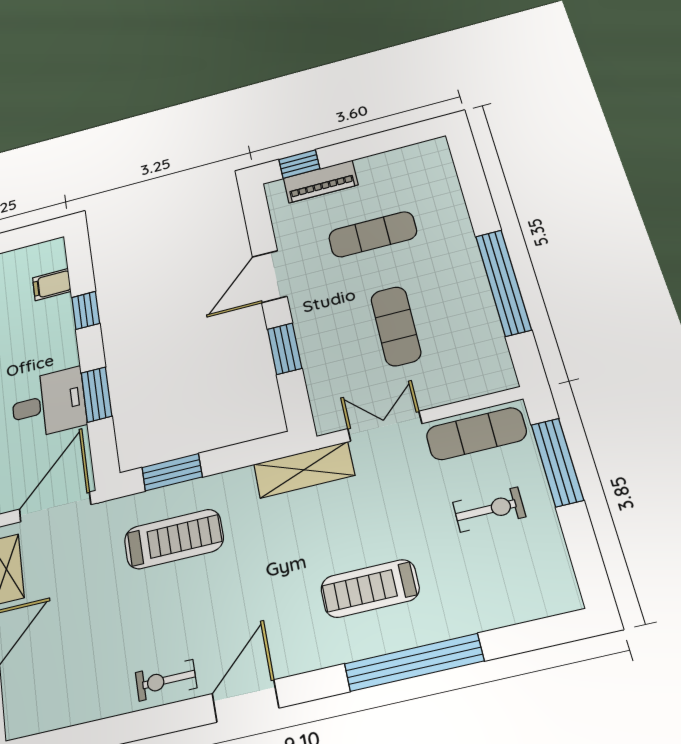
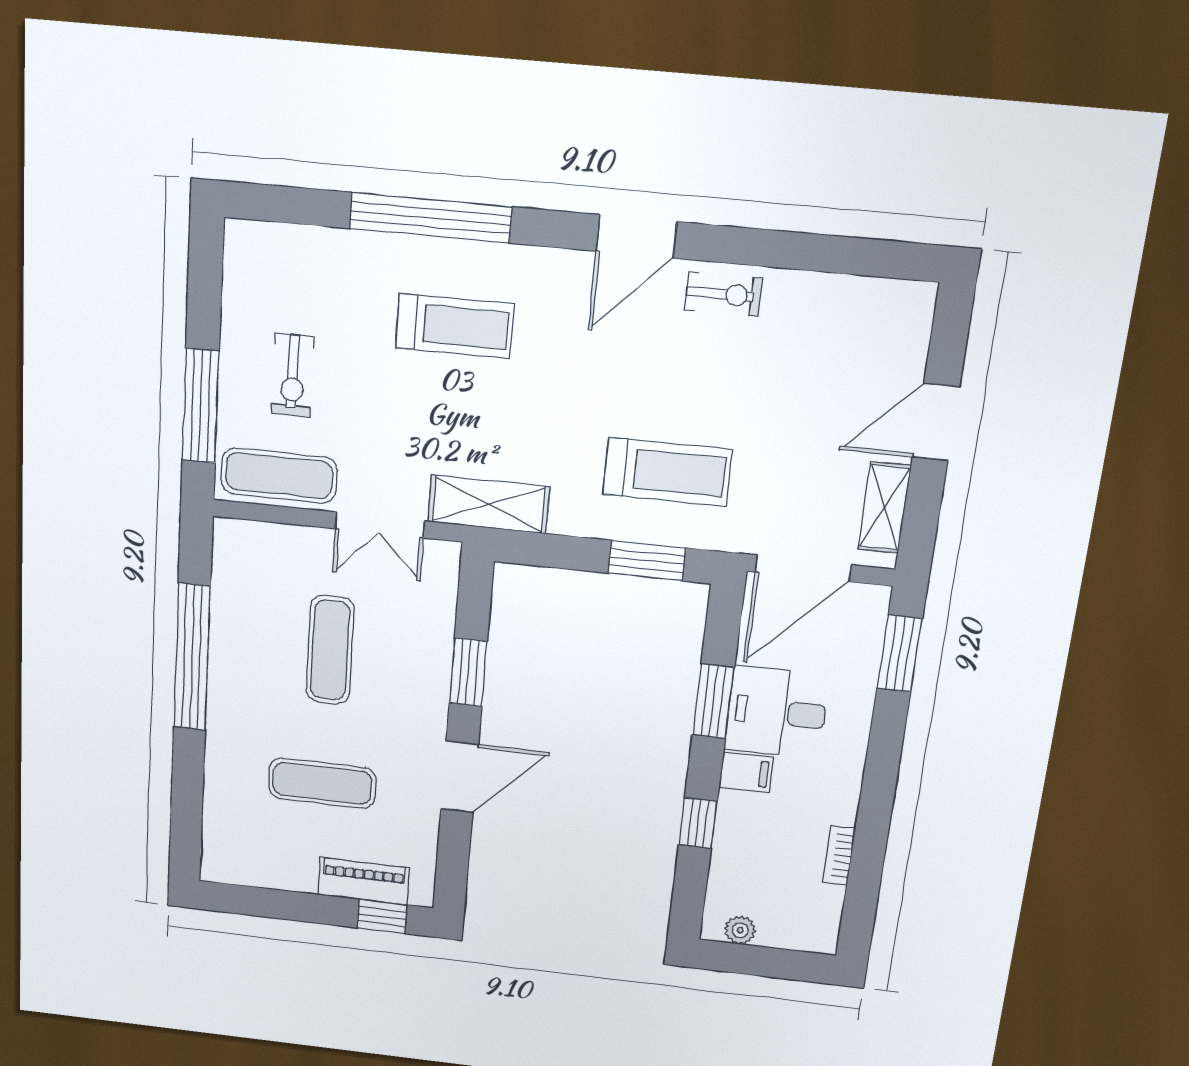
plant: (37, 253) -> (740, 930), added
filing cabinet: (52, 285) -> (746, 772), moved
exercise bike: (489, 510) -> (293, 375), turned -90
treadmill: (174, 539) -> (667, 472), turned 180

